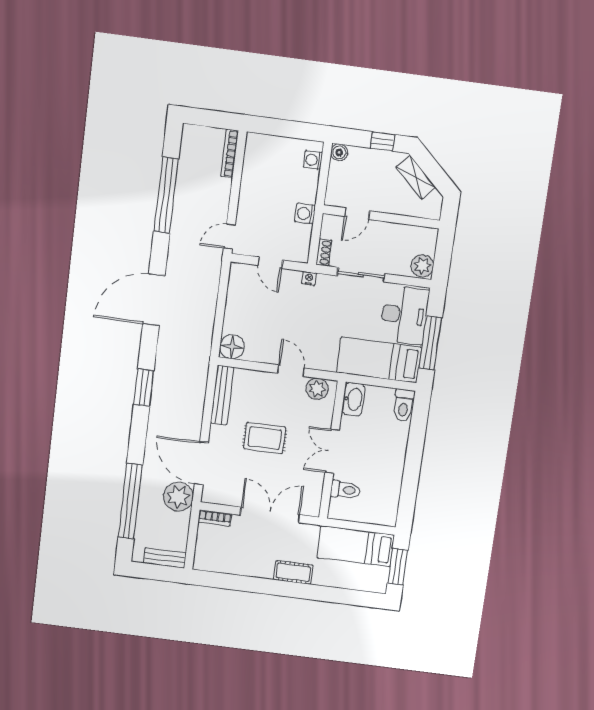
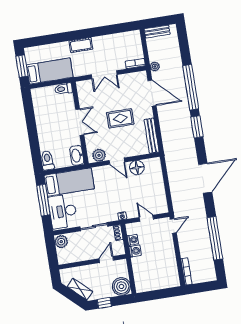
boiler: (339, 152) -> (121, 286), width x1.86, depth x1.86
washing machine: (313, 160) -> (133, 240), moved
floor lamp: (232, 347) -> (137, 168), moved
toilet: (345, 490) -> (63, 89), moved
plant: (178, 497) -> (155, 66), width x0.53, depth x0.53
window: (130, 501) -> (191, 87), moved
double door: (270, 515) -> (104, 75), width x0.73

